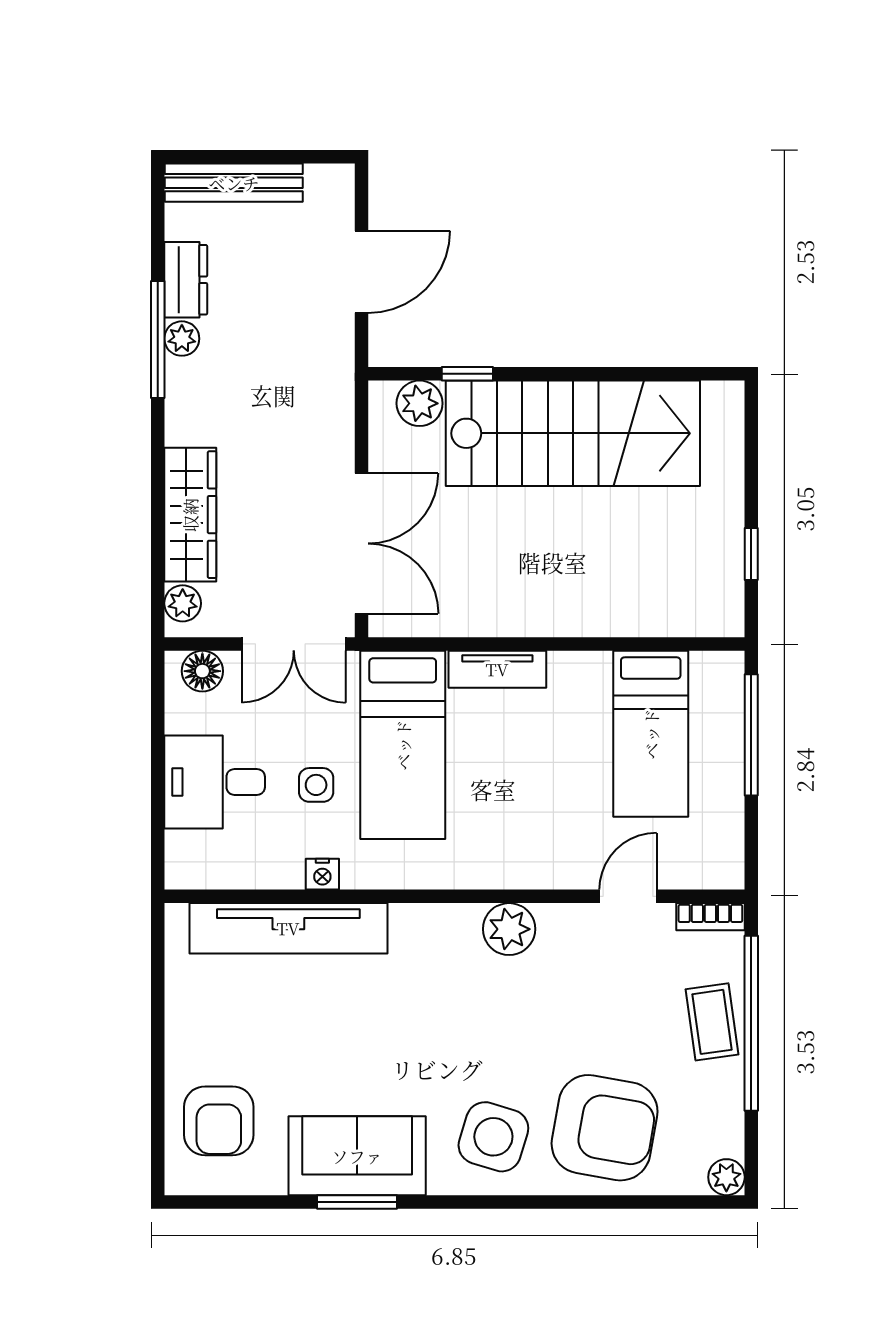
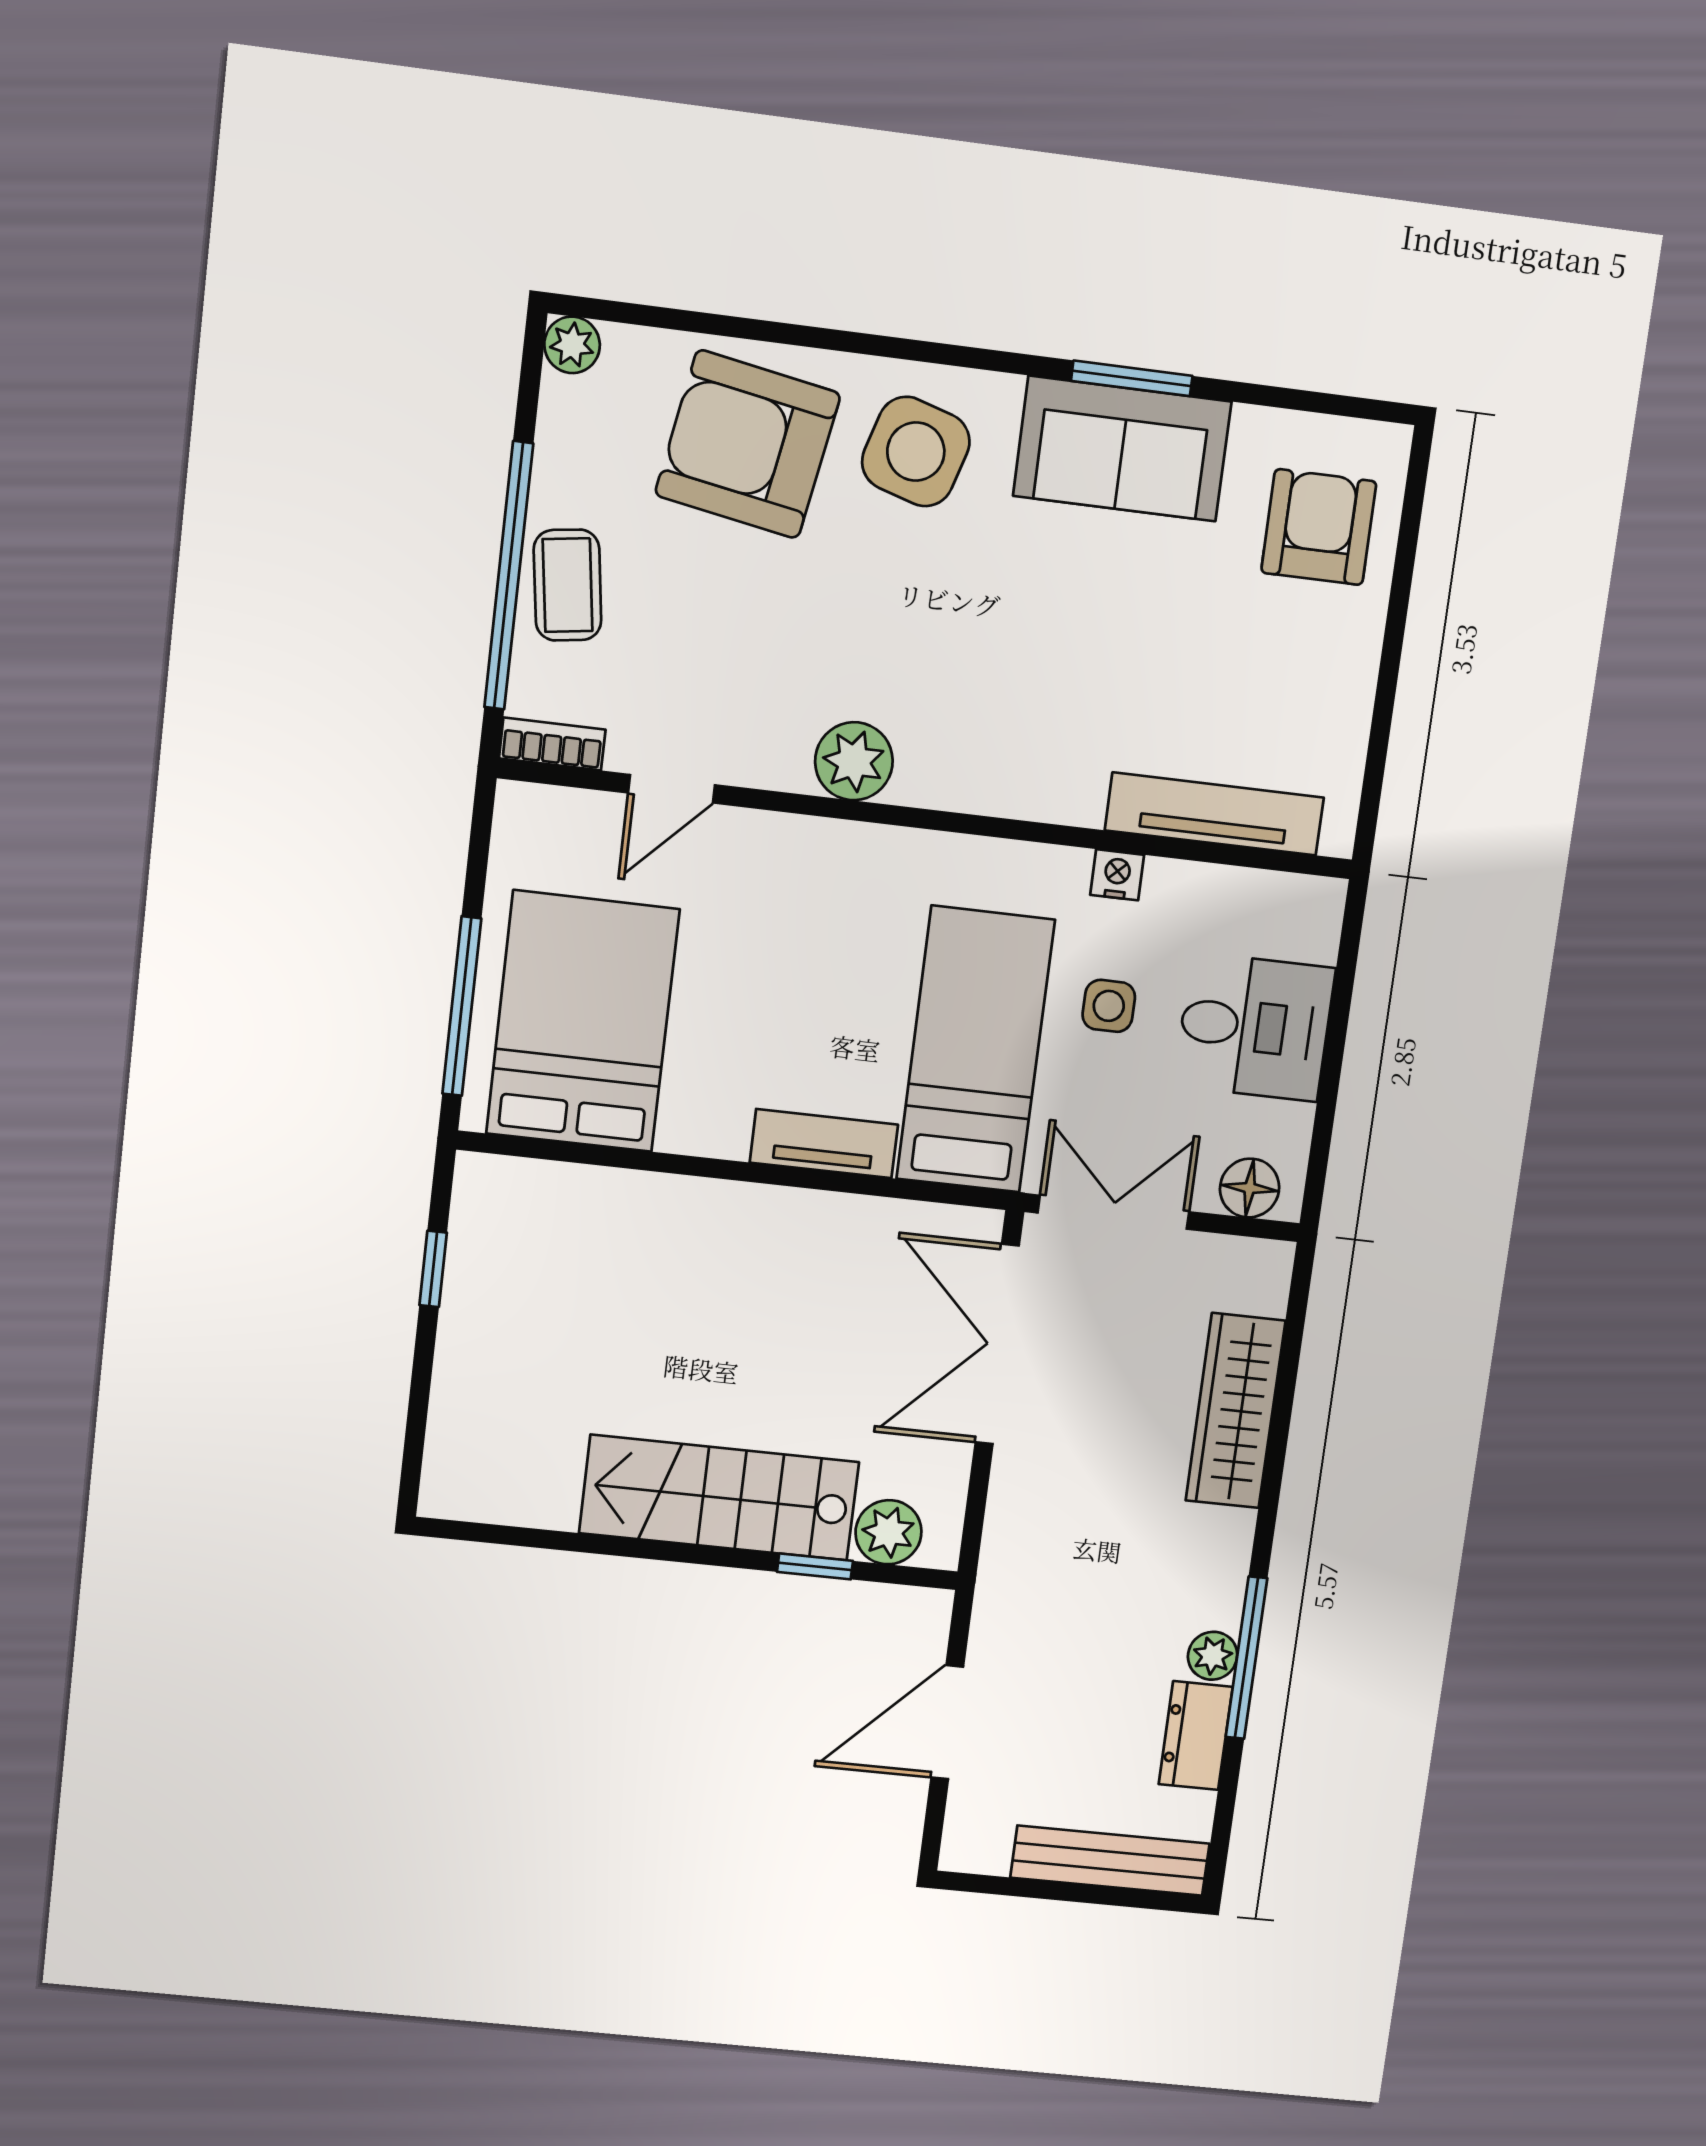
stairs: (573, 433) -> (719, 1498), width x0.73, depth x0.66
plant: (183, 603) -> (1264, 1287), removed
bed: (651, 734) -> (583, 1022), width x1.50
tv unit: (288, 928) -> (1214, 814), width x0.73, depth x0.78

